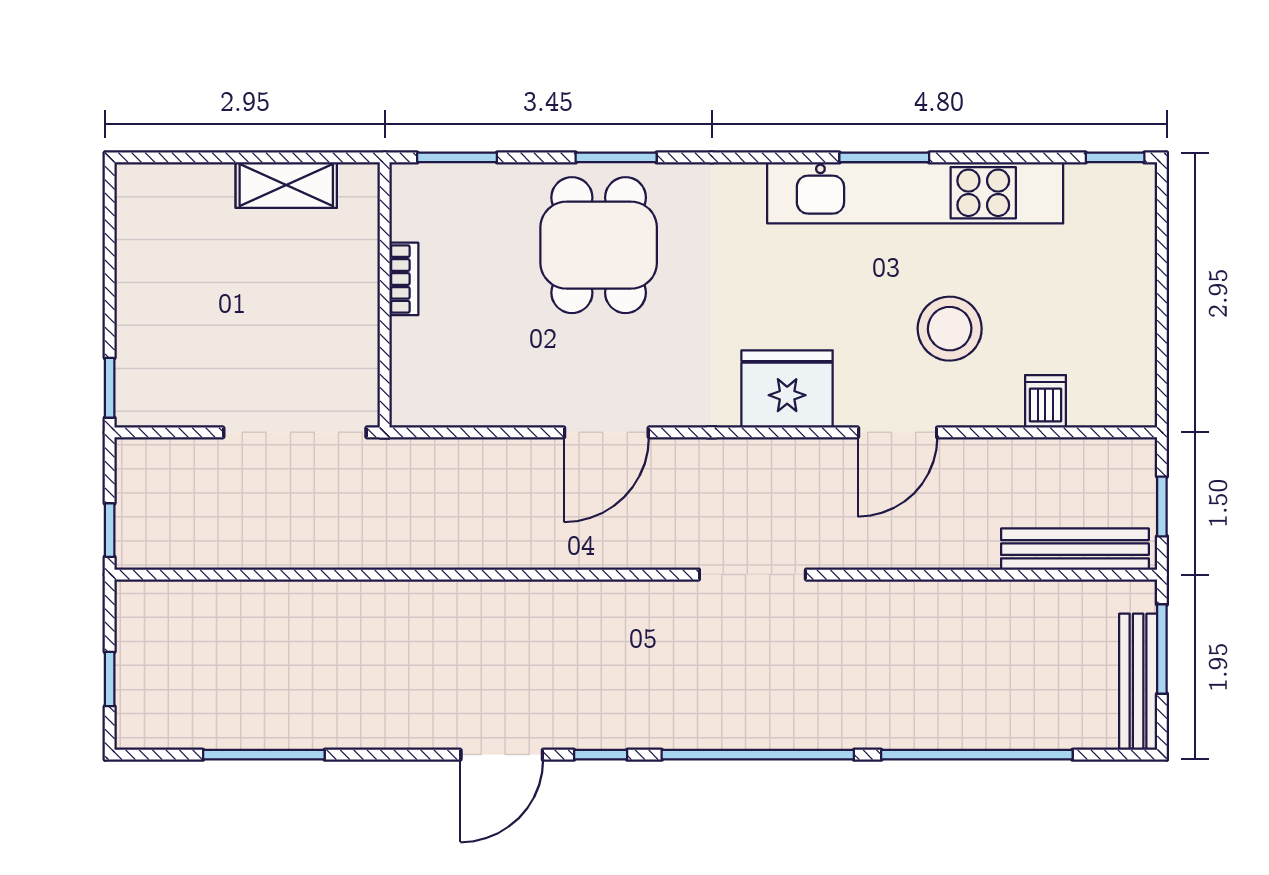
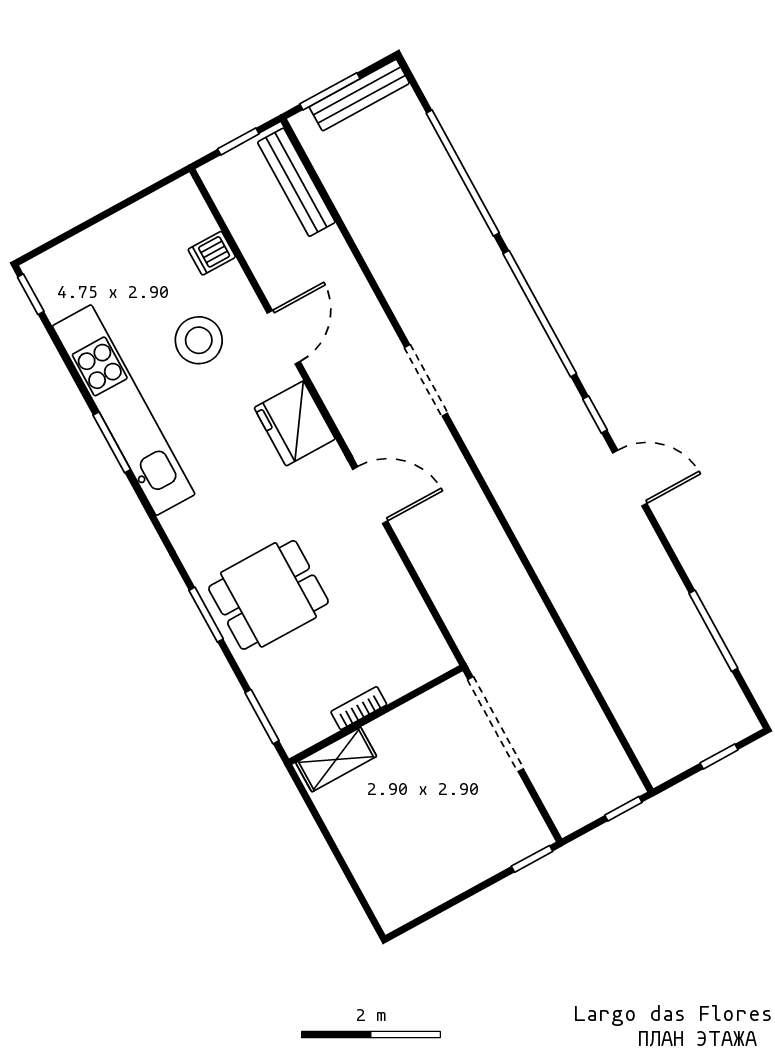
shelving: (286, 185) -> (336, 760), moved, turned 90
door: (606, 432) -> (370, 495), moved
door: (898, 432) -> (284, 337), hinge flipped

